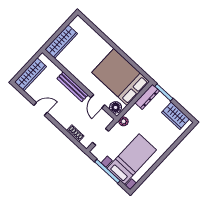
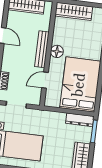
floor lamp: (116, 107) -> (57, 51), moved
plant: (124, 121) -> (44, 115), removed

